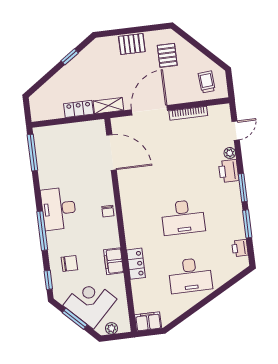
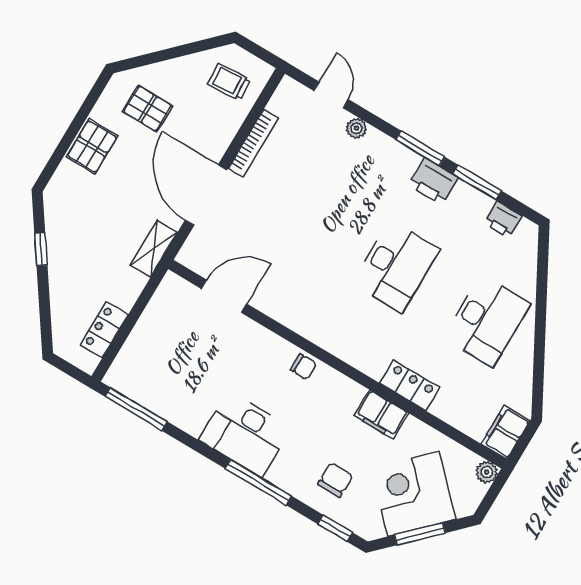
locker: (79, 109) -> (104, 330), moved
door: (112, 152) -> (224, 296), width x0.73
printer: (229, 171) -> (433, 181), moved
plant: (111, 328) -> (487, 472), moved

